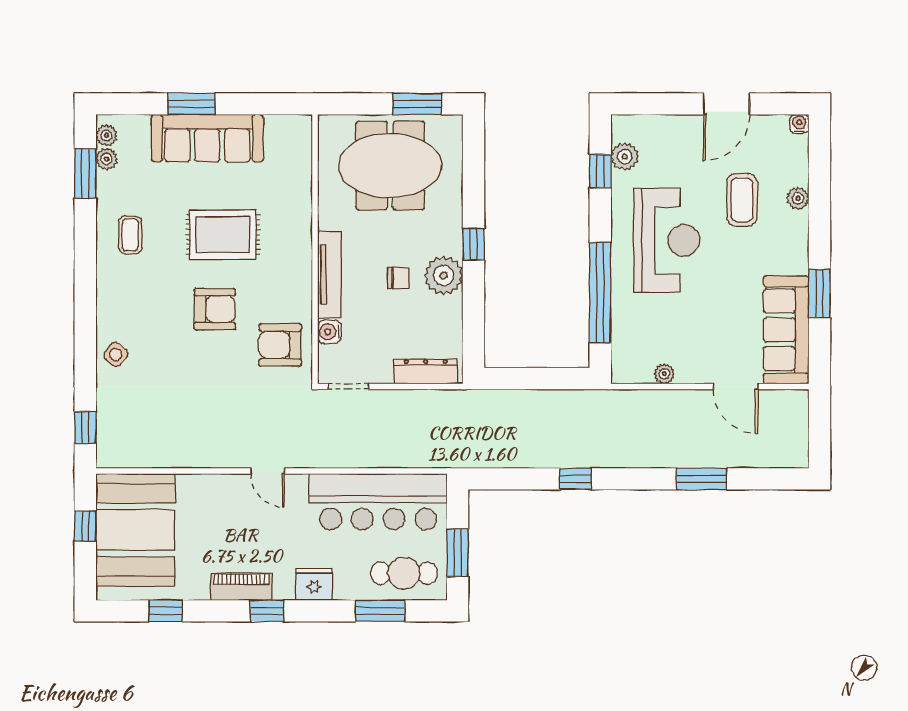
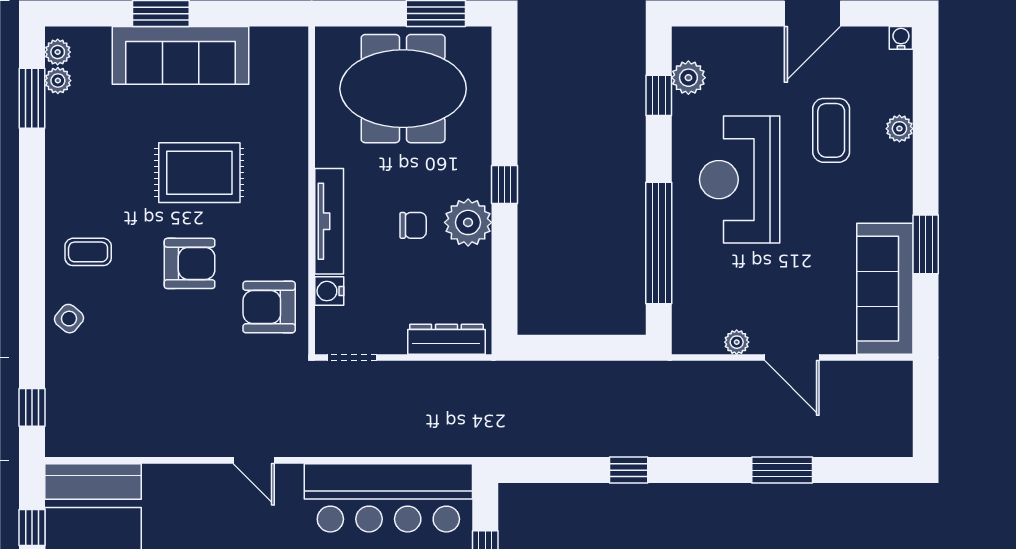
coffee table: (130, 235) -> (88, 252), moved, turned 90
reception desk: (667, 240) -> (740, 180), turned 180
door: (736, 386) -> (792, 357), moved

